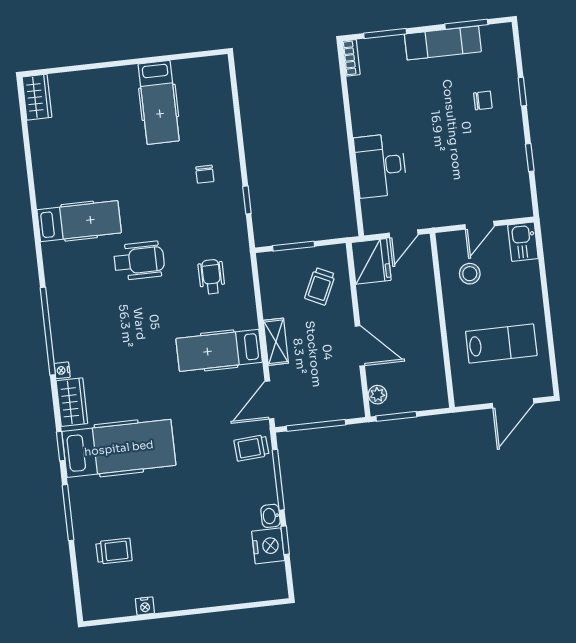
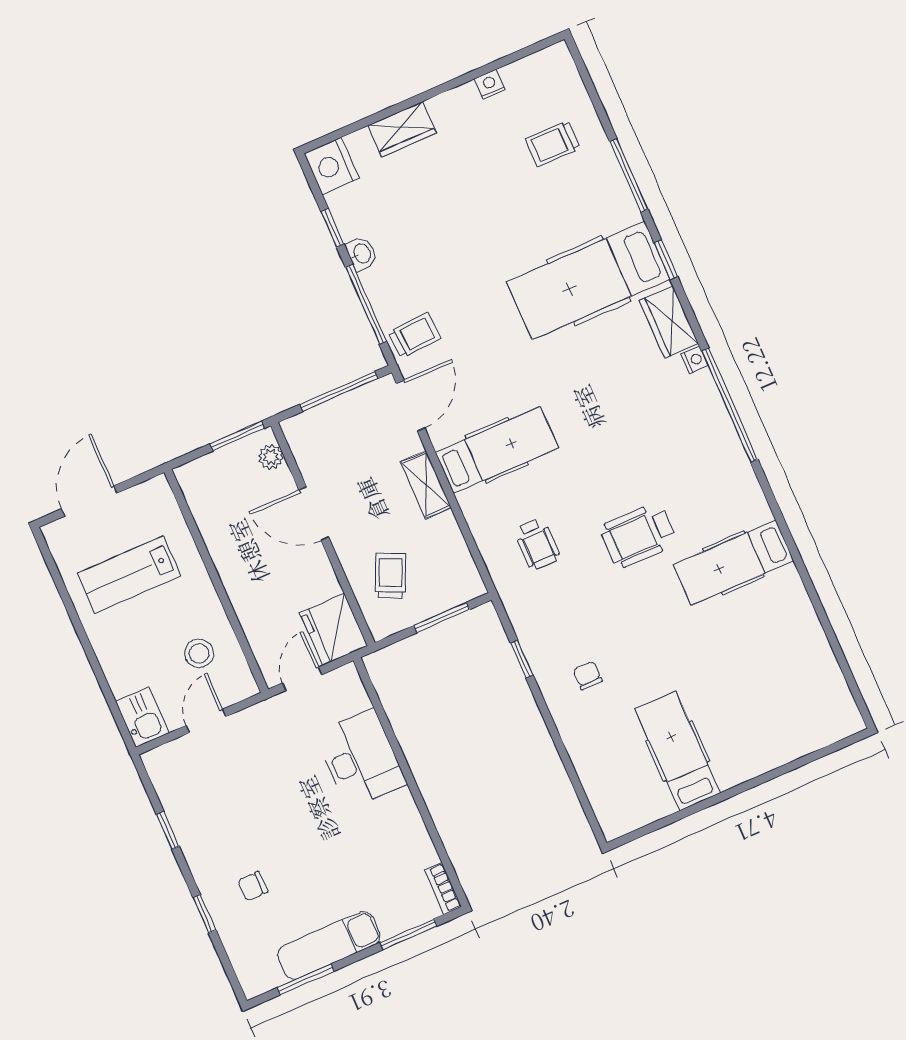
wardrobe: (37, 97) -> (402, 129), moved, turned -90
nightstand: (268, 546) -> (332, 166), moved

